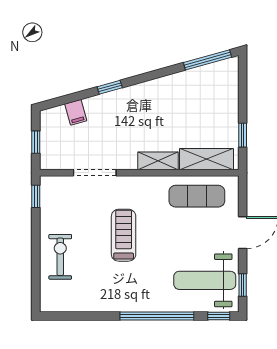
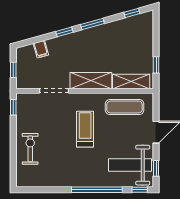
window: (207, 60) -> (132, 13), width x0.46
window: (150, 76) -> (92, 24), added
shelving: (158, 161) -> (91, 81), width x1.50, depth x1.33
treadmill: (124, 235) -> (85, 129), moved

